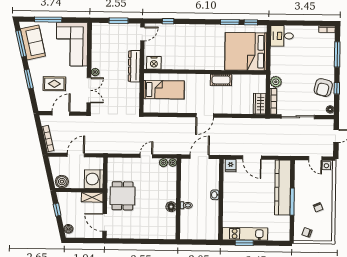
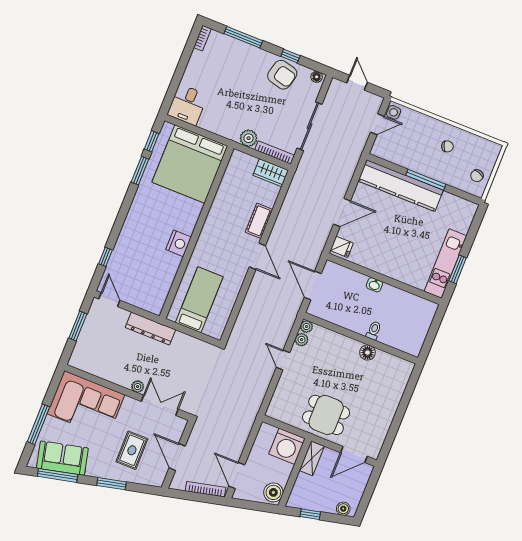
nightstand: (154, 63) -> (179, 243), moved
cot: (221, 80) -> (259, 221), moved
door: (76, 155) -> (237, 476), moved

